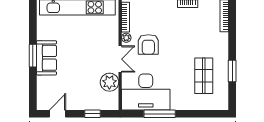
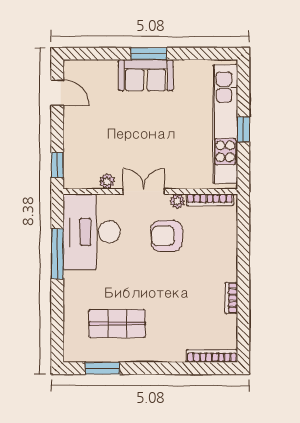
double door: (120, 59) -> (144, 191), swing flipped
window: (232, 71) -> (102, 368), moved
plant: (109, 82) -> (107, 181), width x0.53, depth x0.53
window: (93, 114) -> (57, 165), moved

